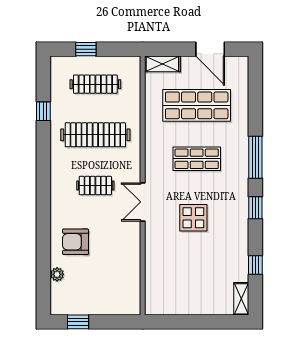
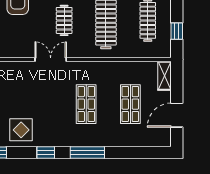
window: (86, 49) -> (177, 31), moved
shop shelf: (197, 105) -> (130, 104), width x0.70, depth x0.74
display table: (193, 218) -> (21, 130), moved

